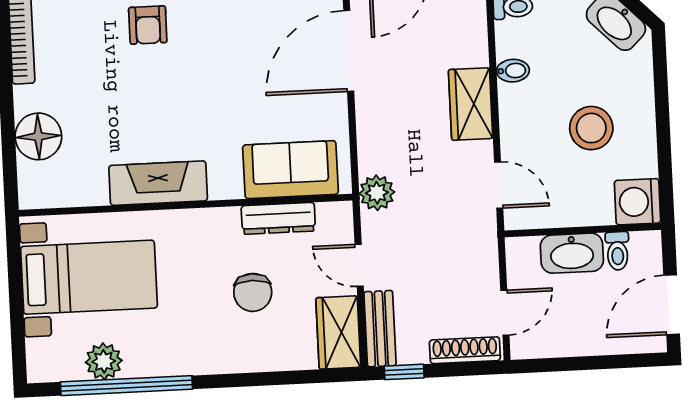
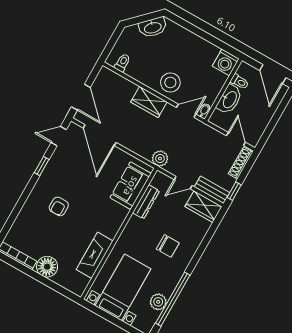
armchair: (148, 25) -> (59, 206), moved, turned 90
bidet: (513, 71) -> (204, 111), moved
stool: (591, 128) -> (170, 82), moved
floor lamp: (38, 136) -> (47, 267), moved
fireplace: (158, 183) -> (95, 255), moved
chair: (253, 292) -> (168, 246), moved

